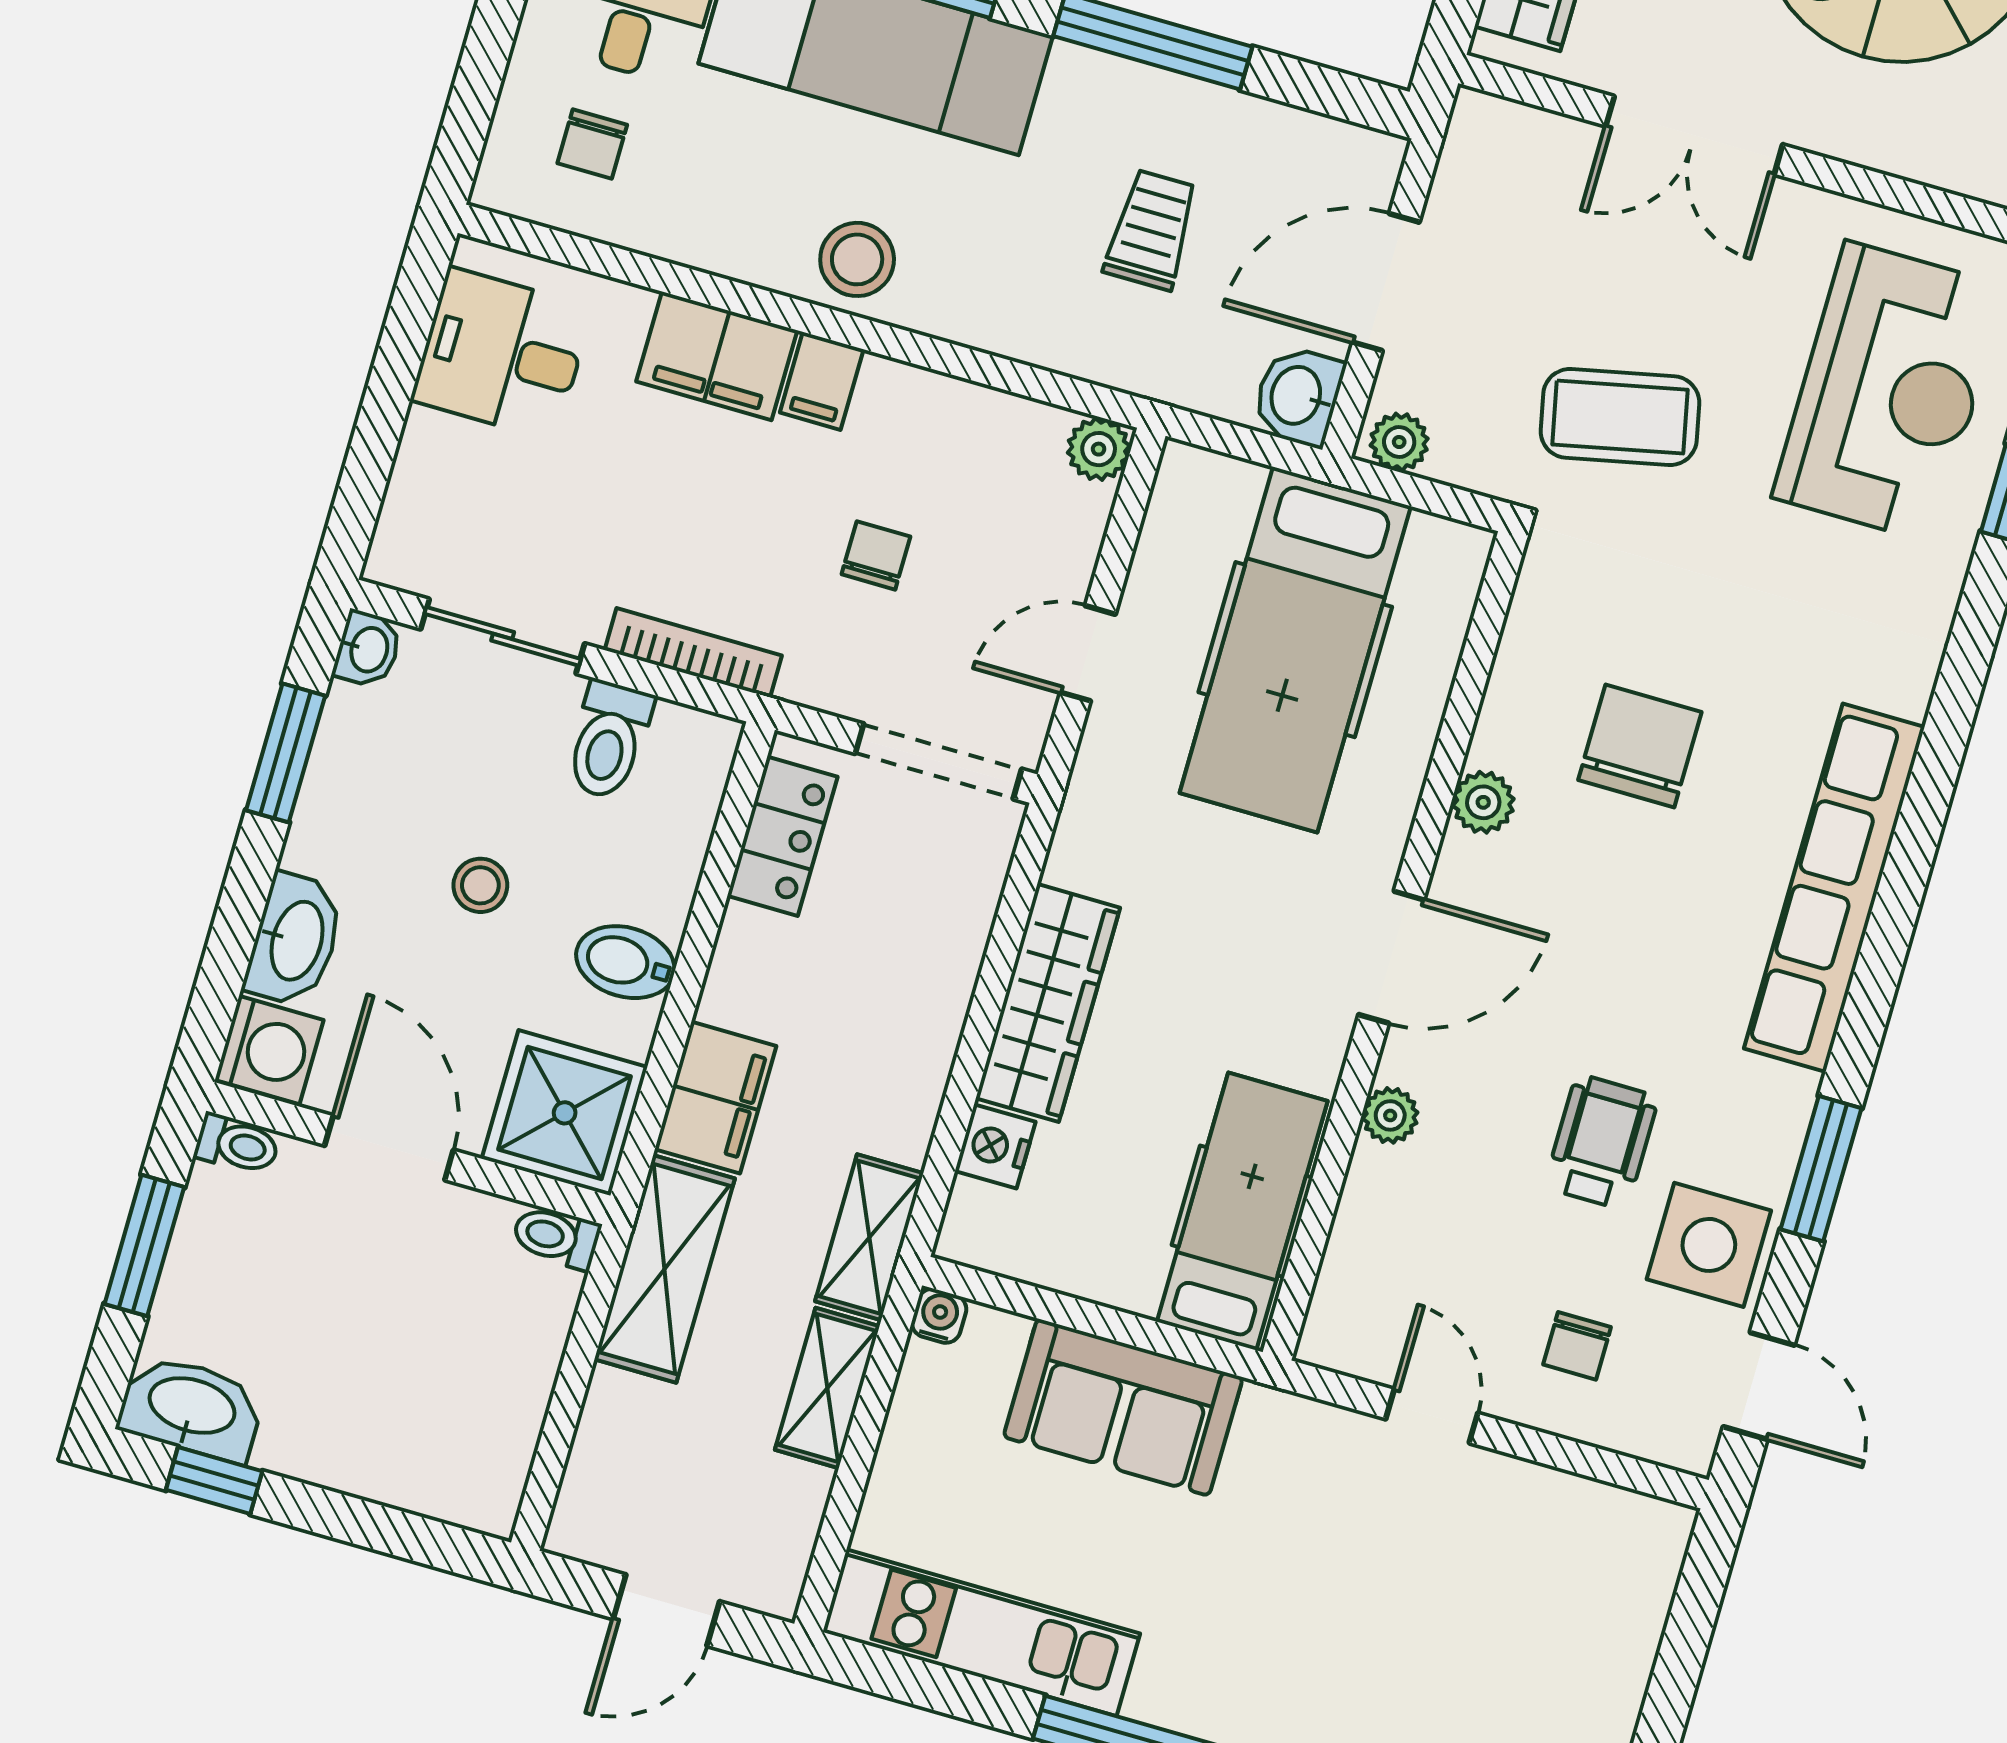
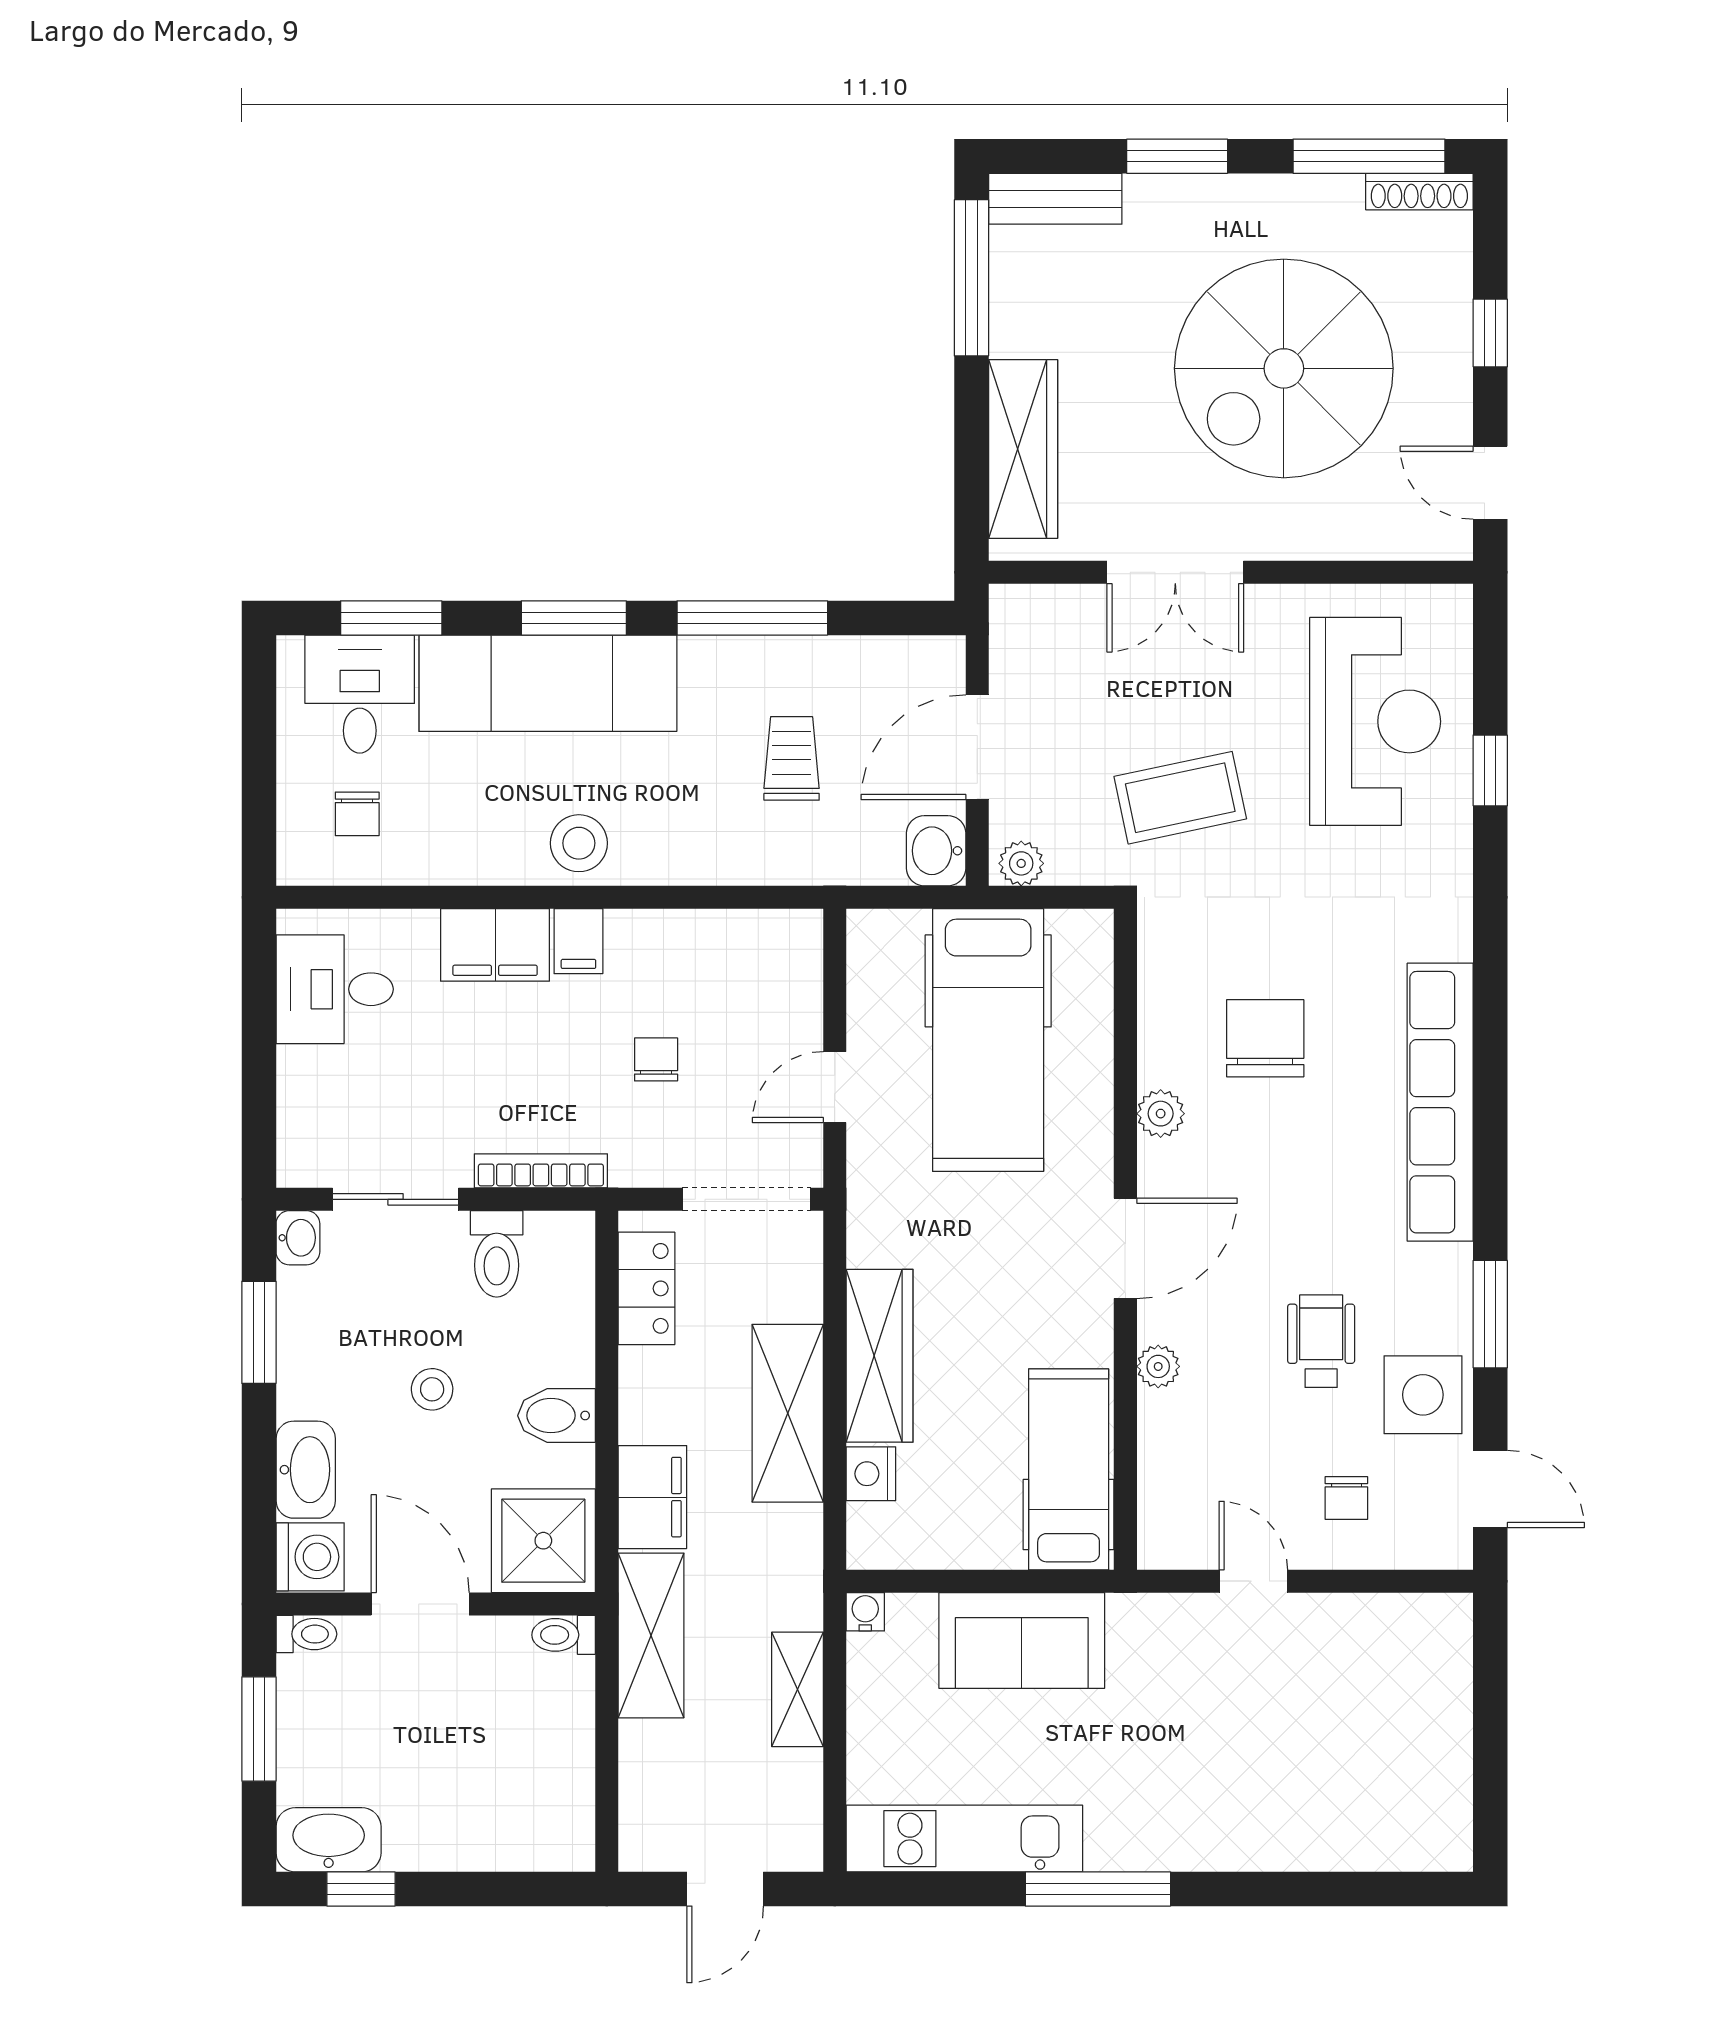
plant: (1099, 449) -> (799, 933), removed
shelving: (869, 1237) -> (788, 1413), moved, width x1.50, depth x1.33

